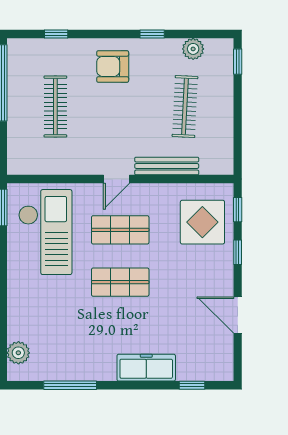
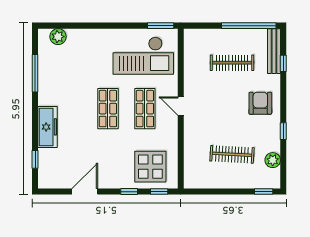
bench: (167, 166) -> (274, 51), moved

